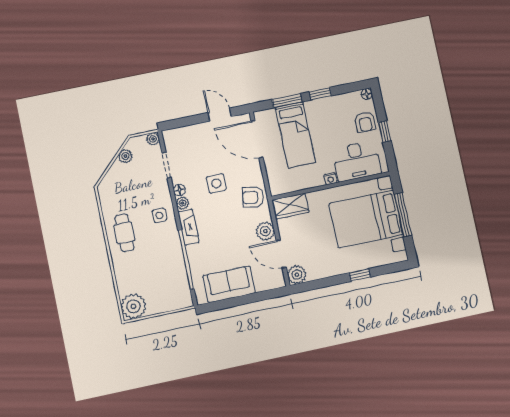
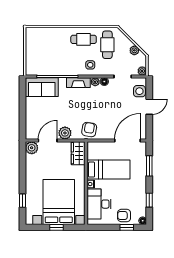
window: (320, 94) -> (149, 200), moved
door: (220, 115) -> (149, 107), moved
window: (385, 132) -> (127, 227), moved
bed: (295, 135) -> (108, 170), moved, turned 180
side table: (216, 183) -> (139, 91), moved
cafe table: (125, 197) -> (107, 45), added
window: (403, 215) -> (56, 227), width x0.46
window: (360, 275) -> (23, 201), moved
sofa: (229, 284) -> (42, 87), moved, turned 90
plant: (133, 306) -> (34, 35), removed

